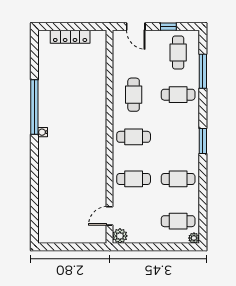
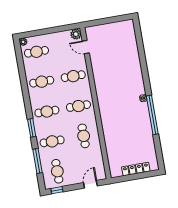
door: (136, 27) -> (90, 184), hinge flipped
window: (168, 27) -> (57, 190), moved
cafe table: (178, 137) -> (47, 112), added
window: (203, 141) -> (32, 128), moved
door: (110, 216) -> (86, 47), swing flipped

